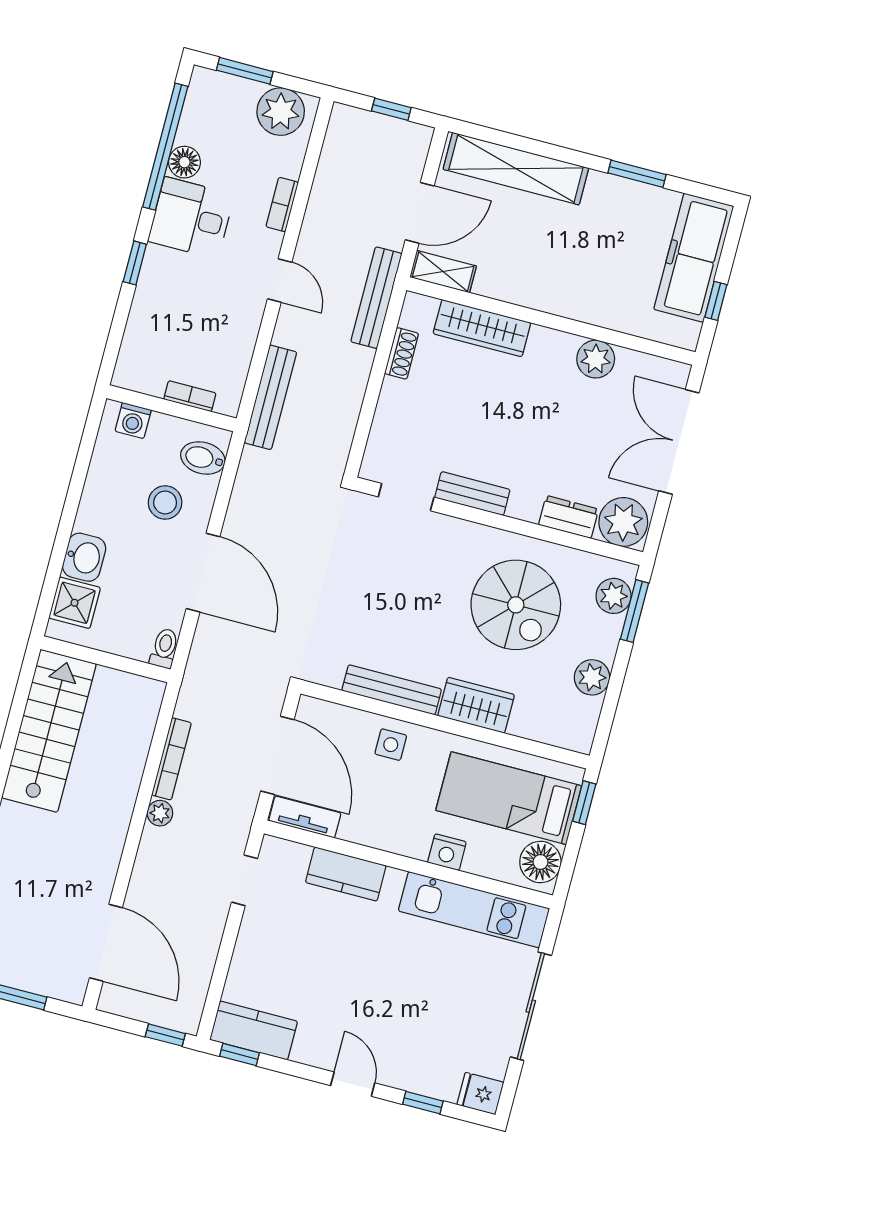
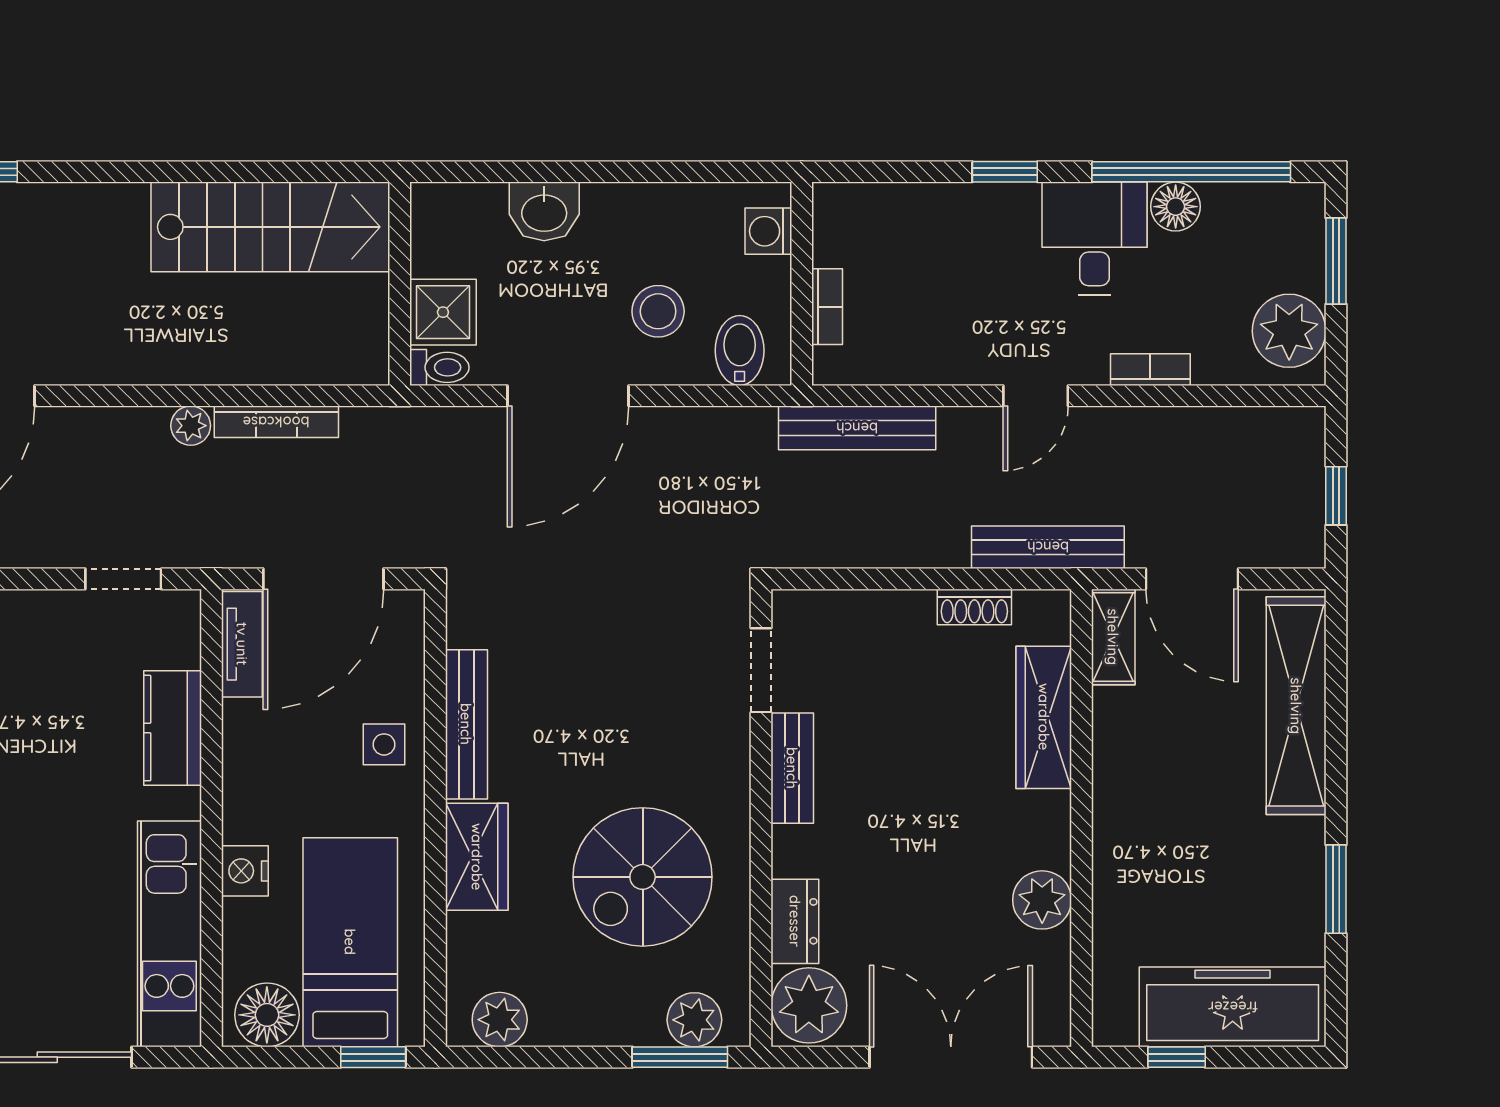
shower: (75, 603) -> (443, 312), moved
plant: (592, 677) -> (500, 1020), moved

